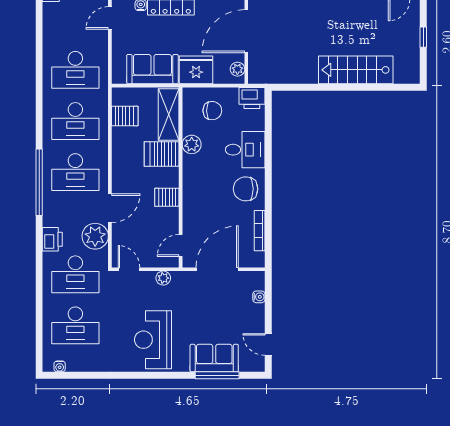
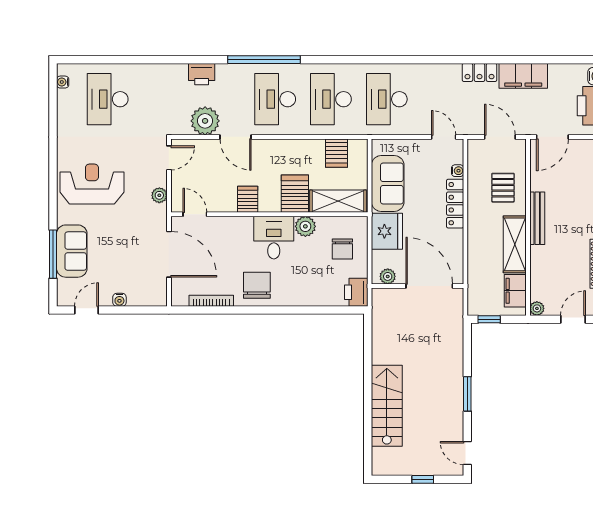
desk: (245, 150) -> (274, 238), moved, turned 180
desk: (75, 274) -> (163, 99), removed
water cooler: (259, 297) -> (119, 300), moved

